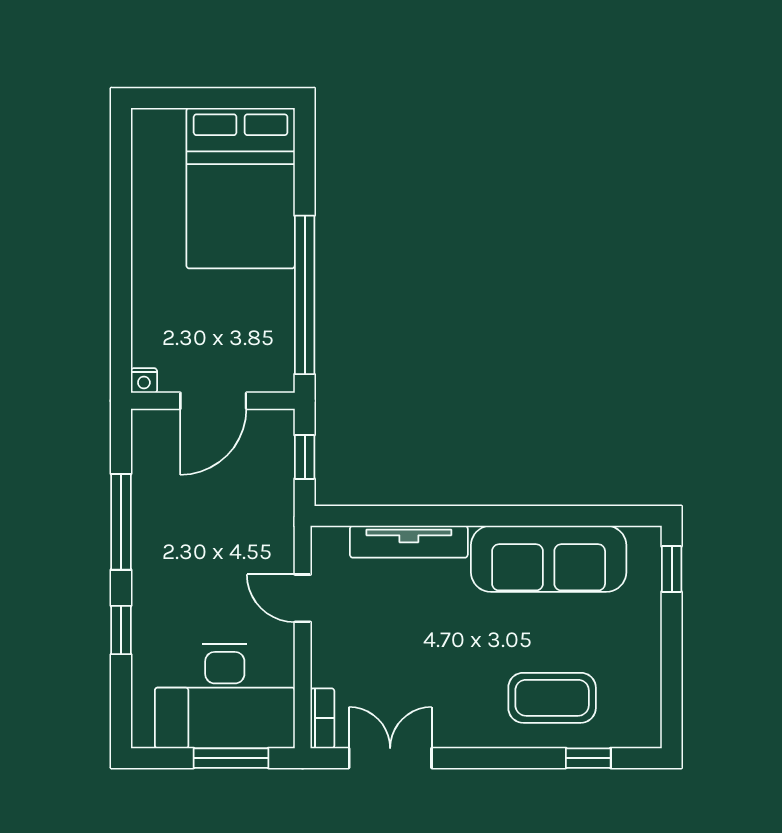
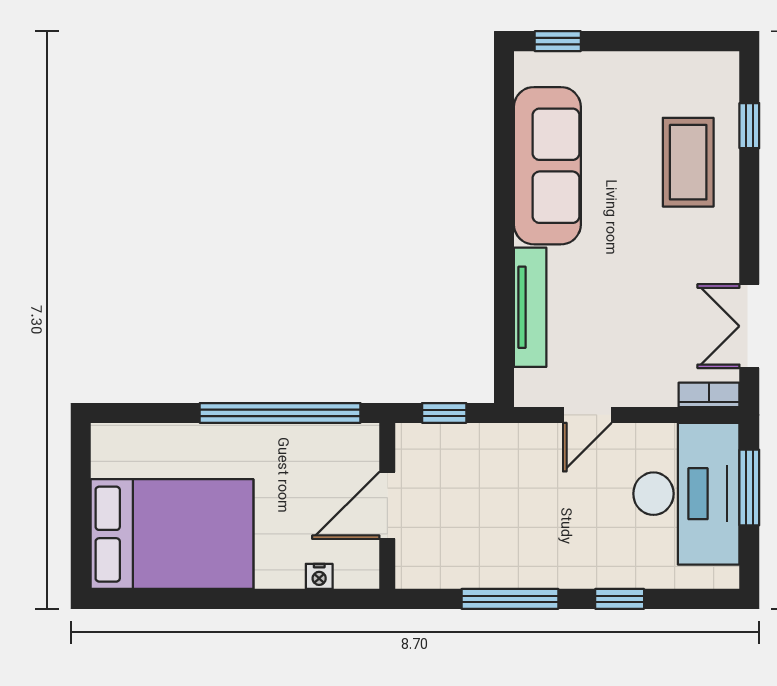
bed: (241, 188) -> (172, 534), moved
nightstand: (144, 381) -> (319, 576), moved, turned 90
door: (213, 401) -> (387, 505), swing flipped

